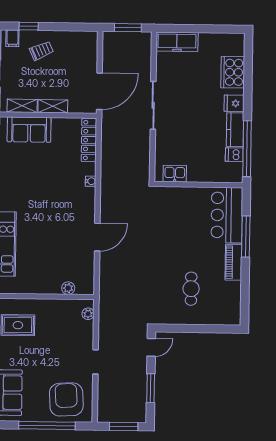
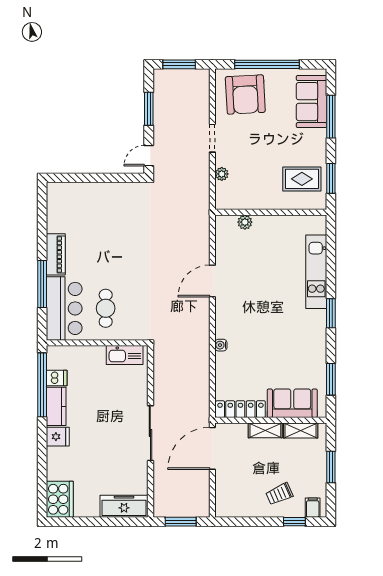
cooker: (233, 72) -> (60, 499), moved
locker: (89, 140) -> (240, 409), moved, turned -90
kitchen sink: (175, 174) -> (125, 355), width x1.38
cafe table: (191, 289) -> (106, 308), moved
plant: (88, 314) -> (222, 174), moved

